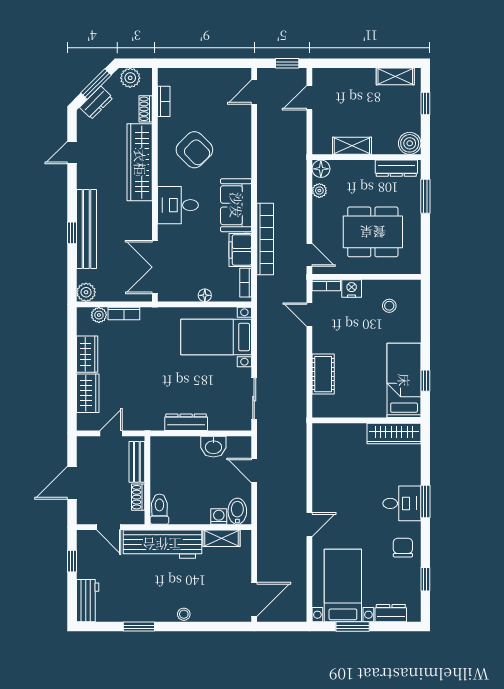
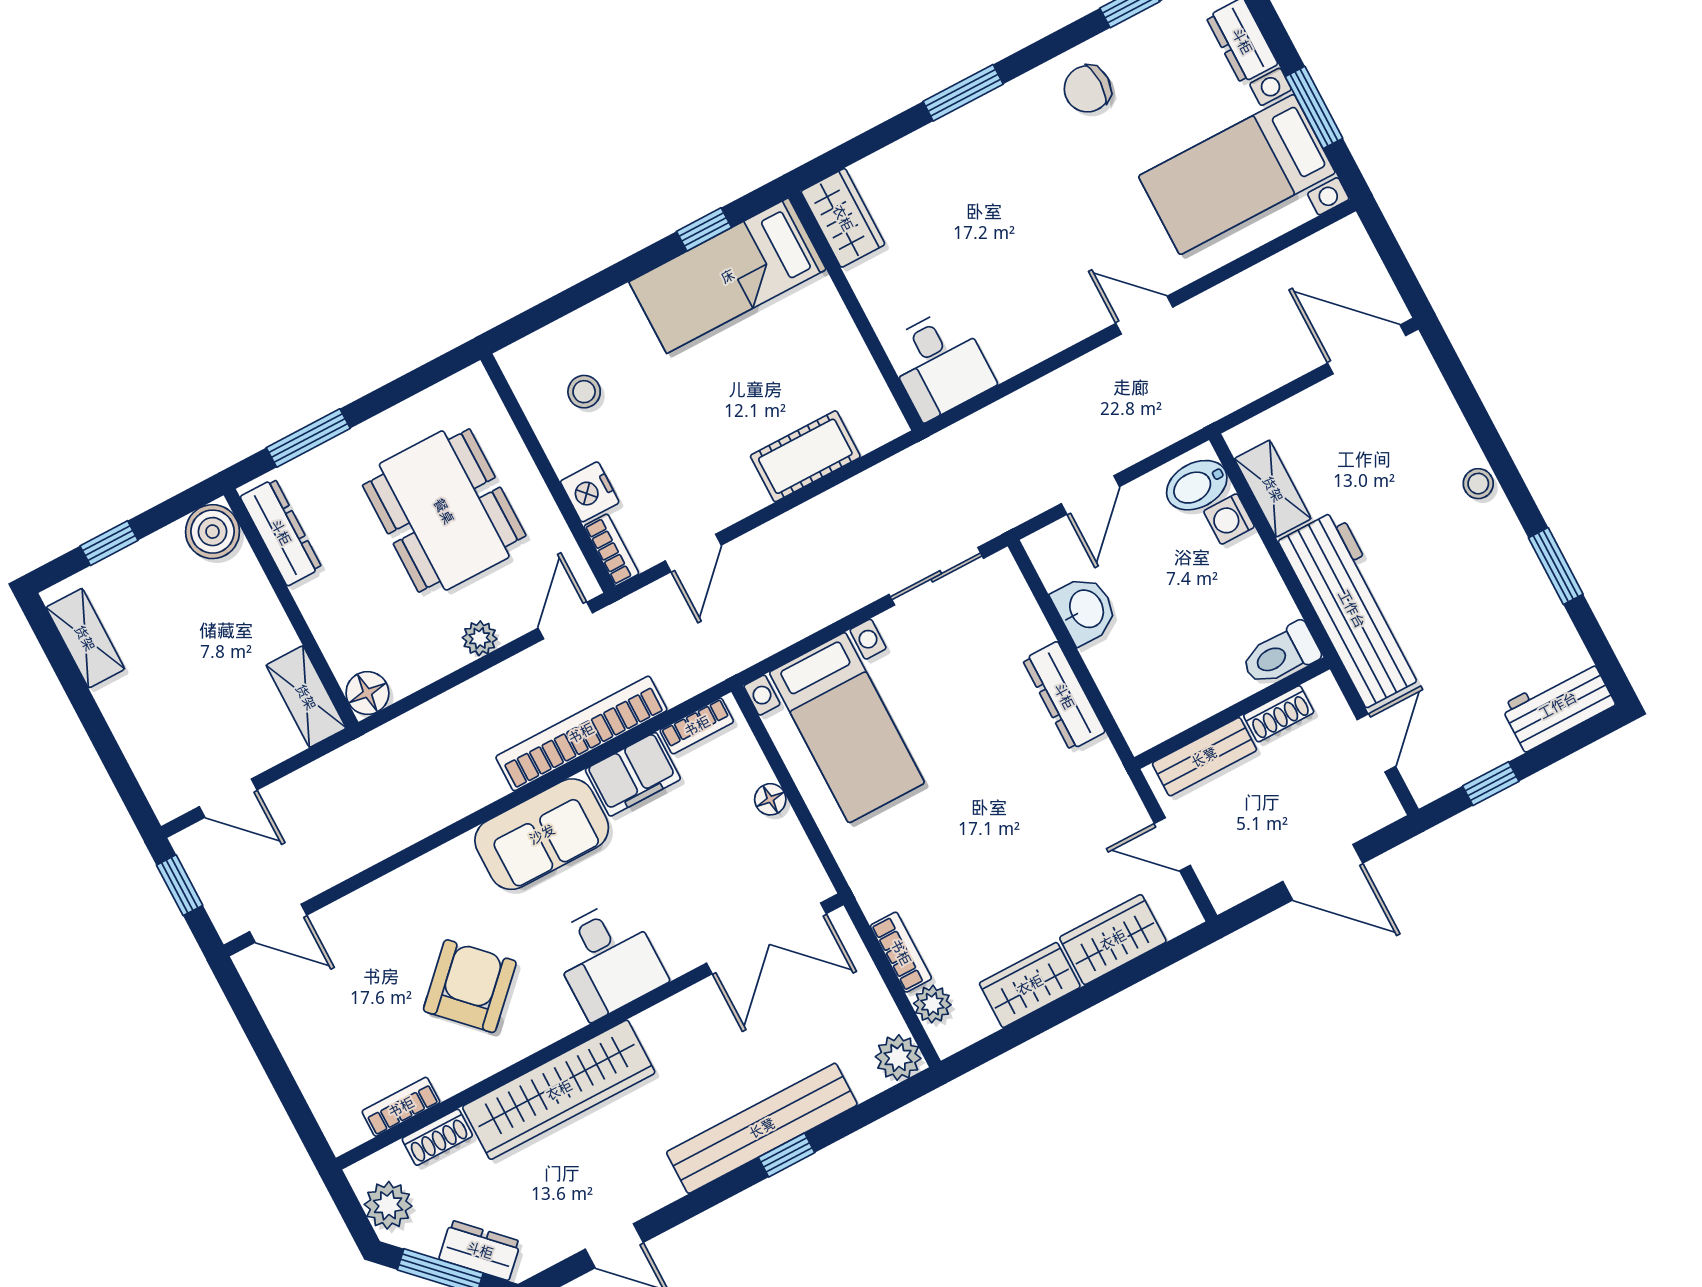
shelving: (352, 146) -> (306, 697), moved
plant: (319, 191) -> (480, 638), moved
wardrobe: (394, 434) -> (843, 218), width x0.67
desk: (402, 503) -> (939, 364), moved, turned 180

